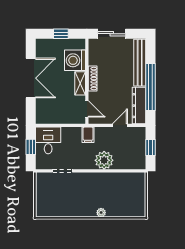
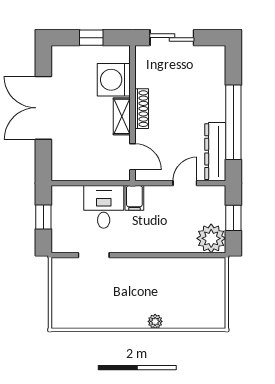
bench: (140, 63) -> (216, 83), removed
double door: (31, 78) -> (43, 108), swing flipped
desk: (48, 140) -> (104, 207), moved
plant: (104, 160) -> (211, 238), moved

